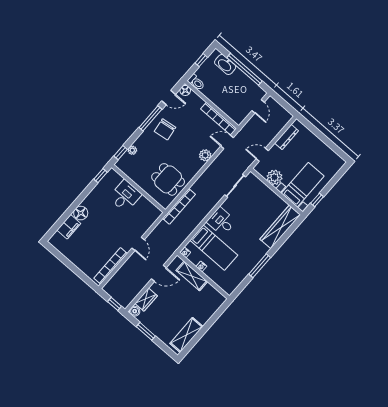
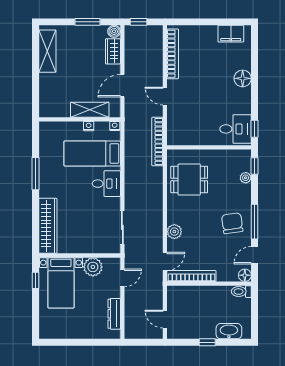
window: (201, 60) -> (254, 316), removed
window: (244, 69) -> (207, 342), width x0.32
desk: (125, 196) -> (236, 129), moved, turned -90
bookcase: (179, 206) -> (157, 141), moved
filing cabinet: (69, 227) -> (231, 34), moved, turned -90

